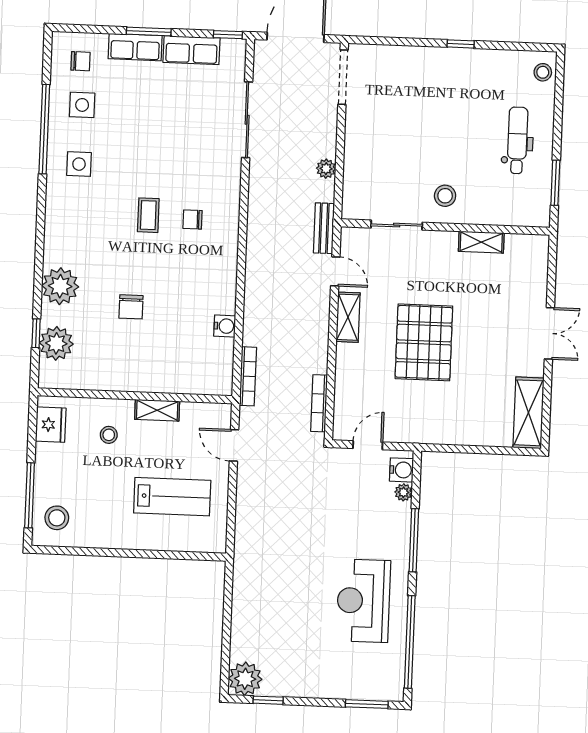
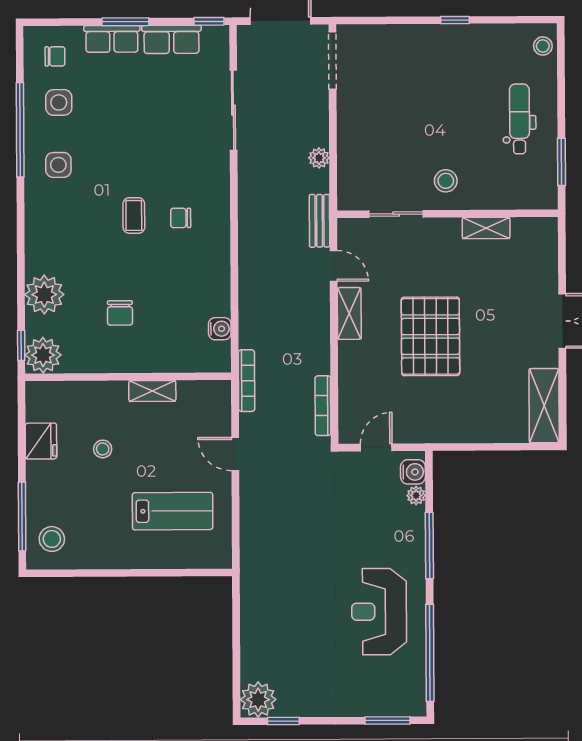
wall: (135, 396) -> (128, 377), moved
shelving: (157, 410) -> (152, 391), moved

